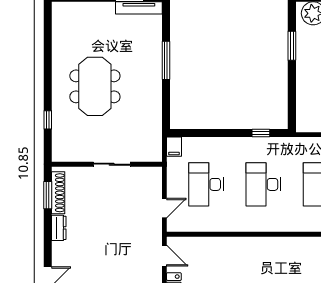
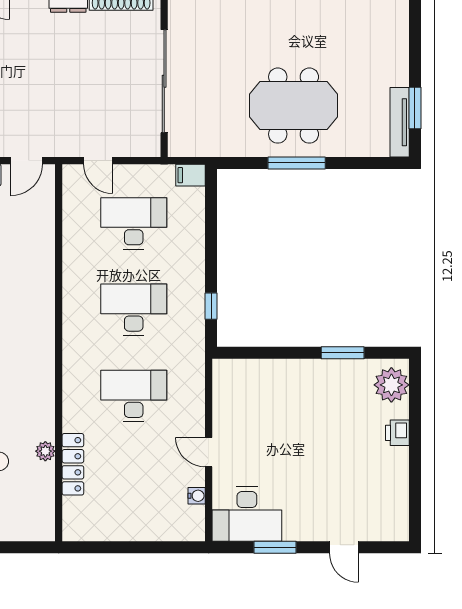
window: (166, 60) -> (297, 163), moved
meeting table: (95, 86) -> (294, 106), moved
sliding door: (112, 164) -> (164, 81), width x1.86

